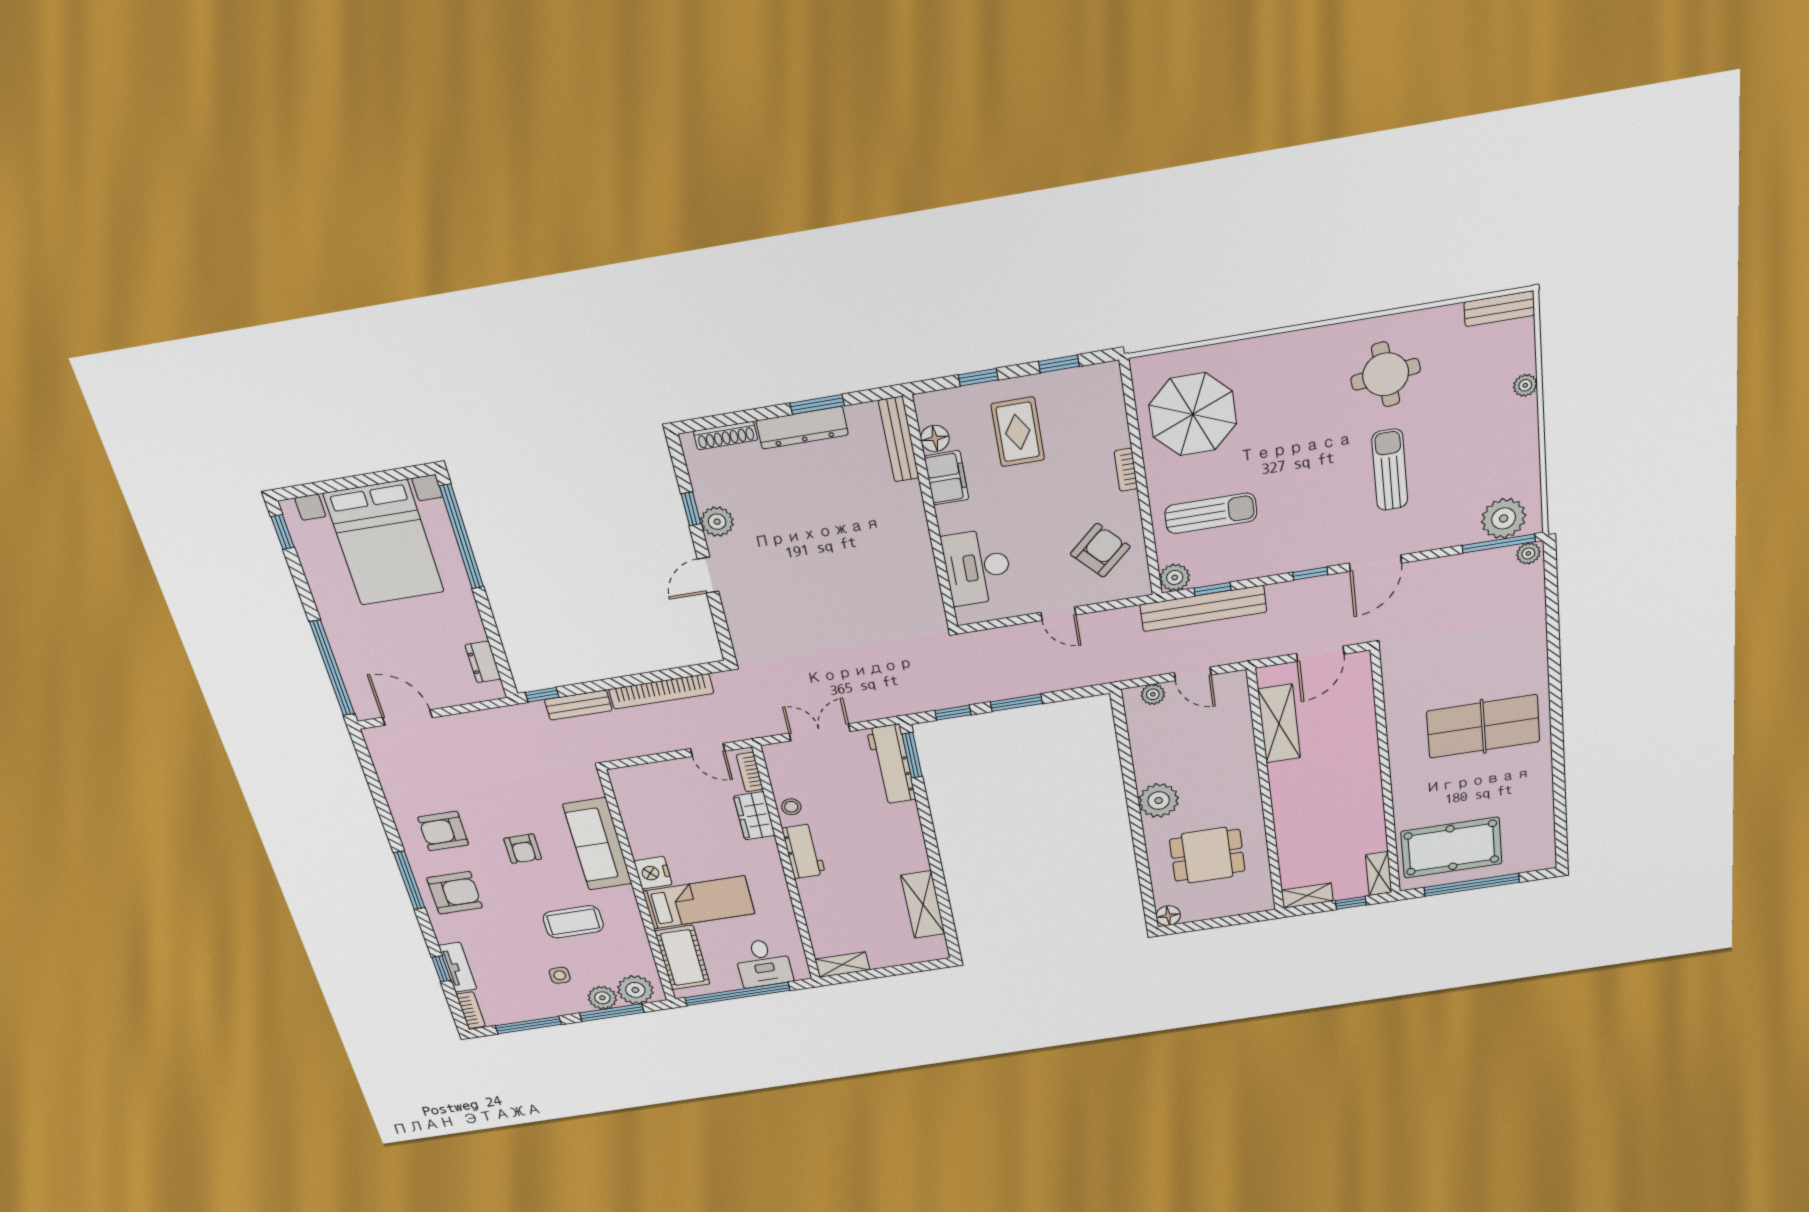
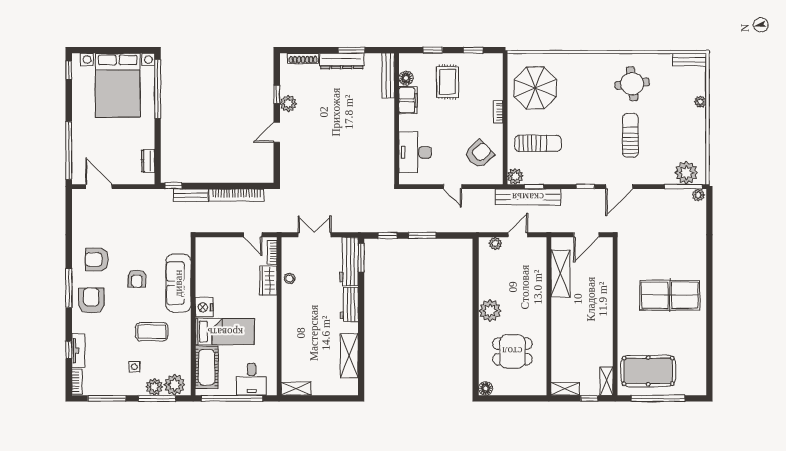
door: (1193, 674) -> (518, 235), swing flipped
workbench: (804, 851) -> (349, 304), moved, turned 180
armchair: (455, 893) -> (91, 301), turned -90

